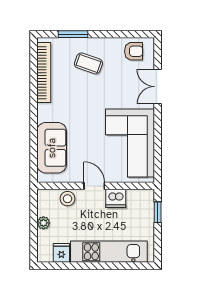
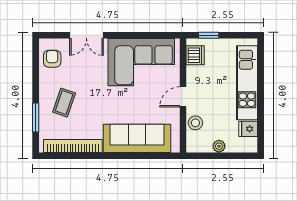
sofa: (52, 148) -> (137, 138), width x1.36
dishwasher: (116, 198) -> (195, 55), moved

